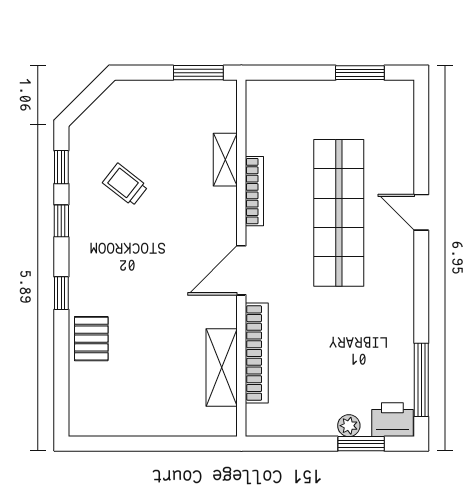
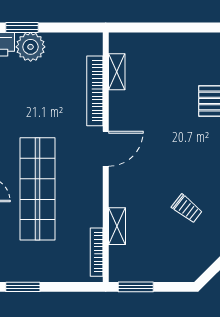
bookcase: (254, 191) -> (97, 252), moved
shelving: (222, 367) -> (117, 72), width x0.67, depth x0.75
plant: (349, 426) -> (31, 47), width x1.88, depth x1.88

